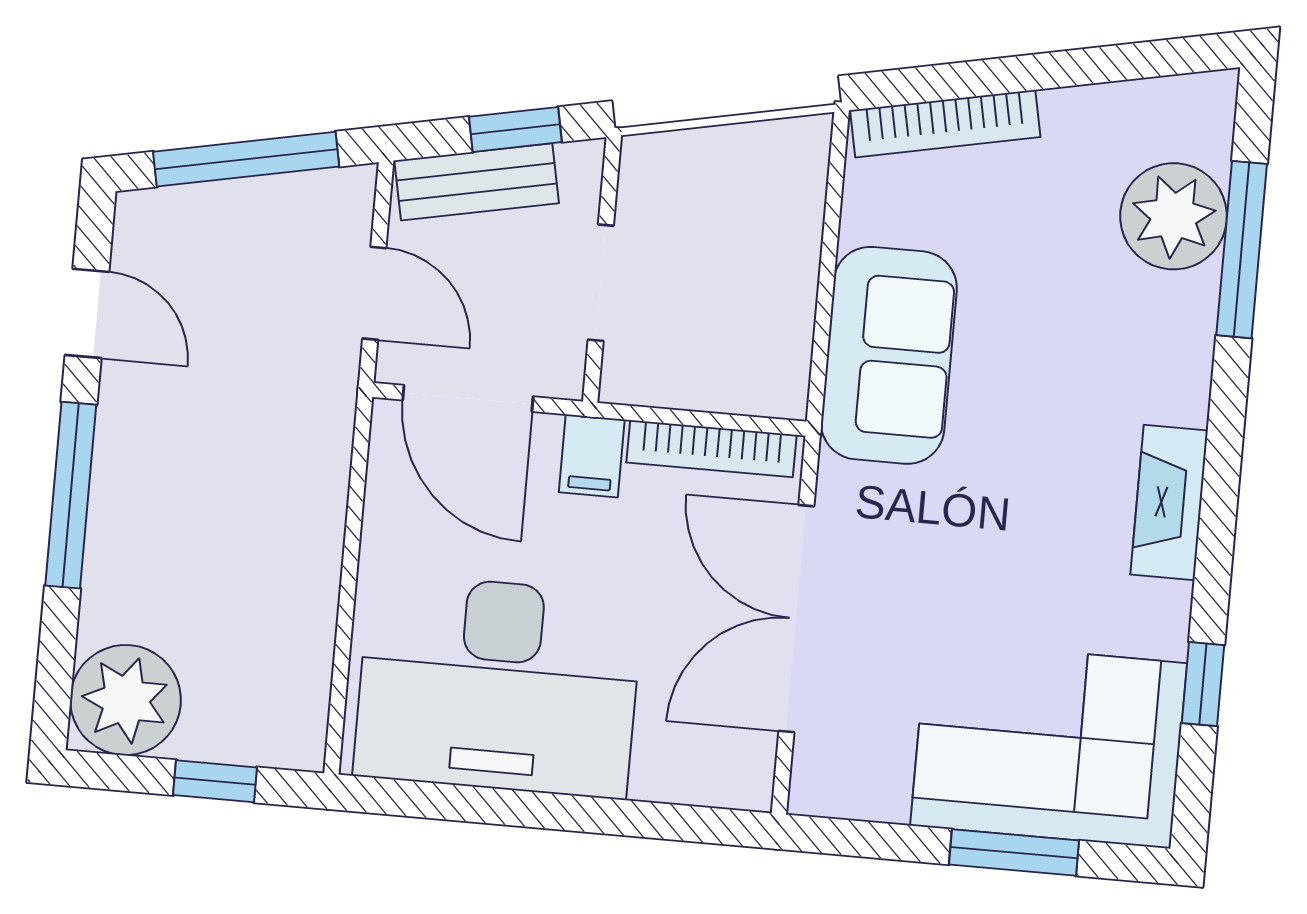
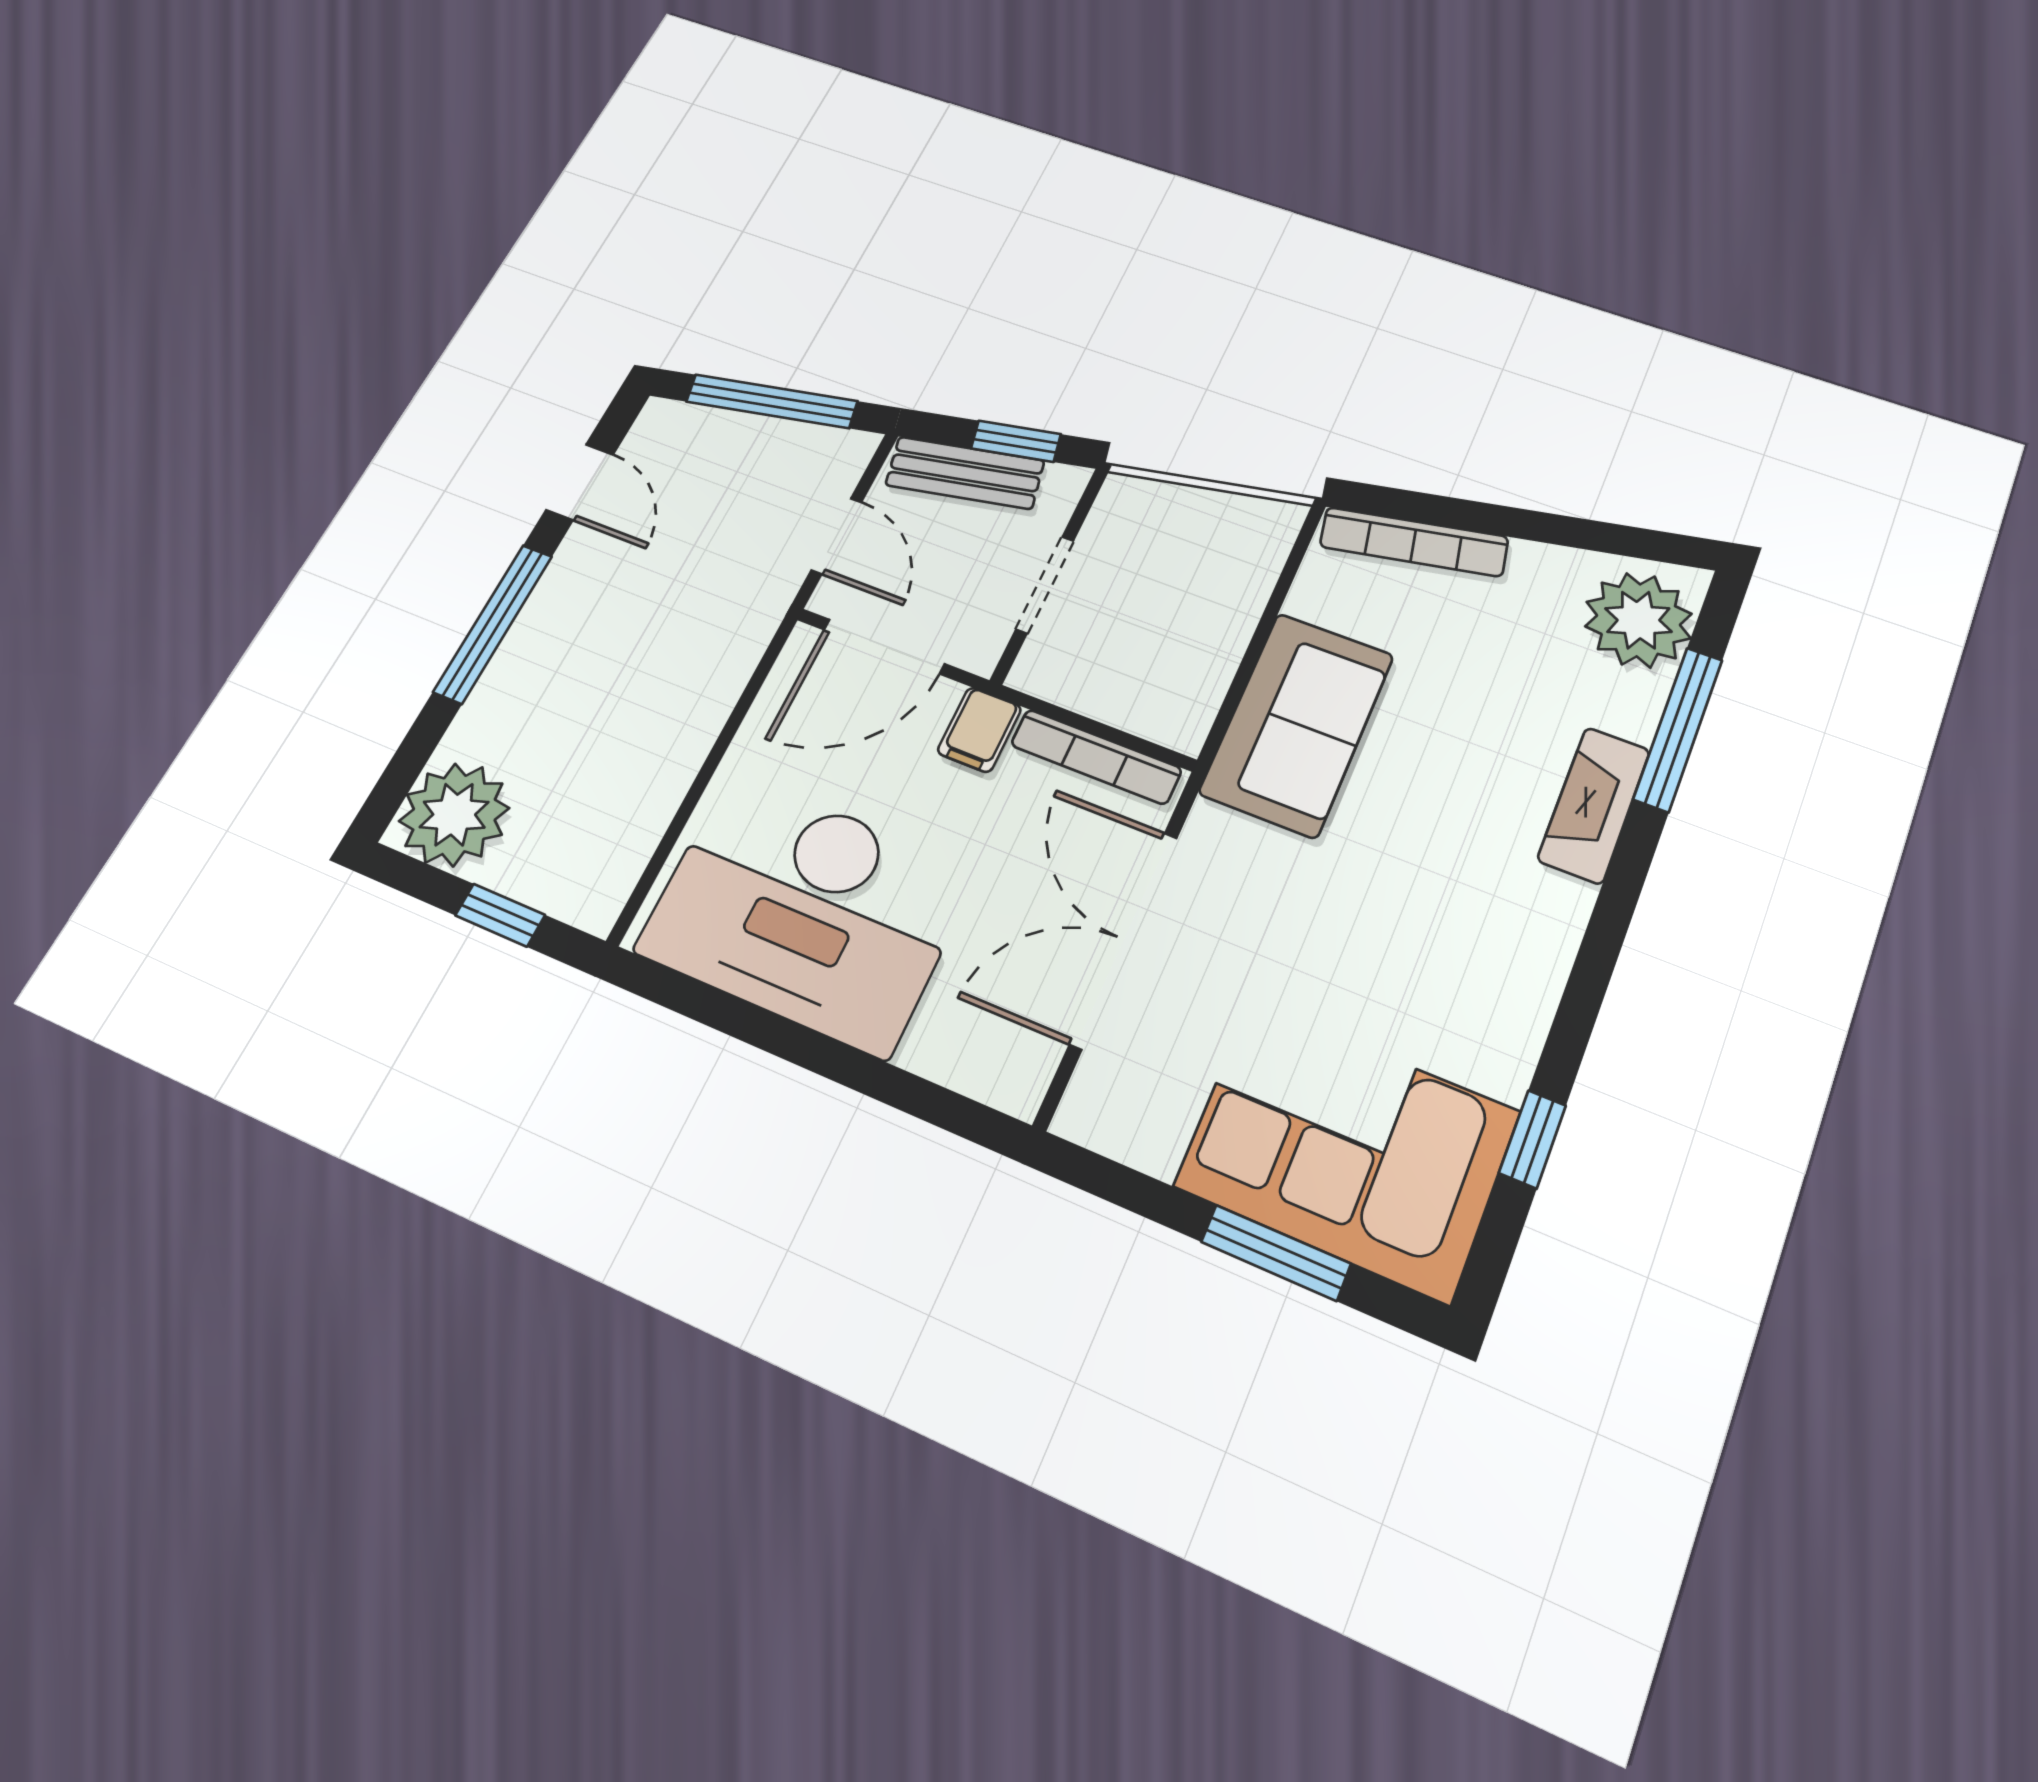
plant: (1174, 216) -> (1638, 620), moved
door: (468, 398) -> (884, 647), hinge flipped
fireplace: (1169, 503) -> (1594, 805), moved

